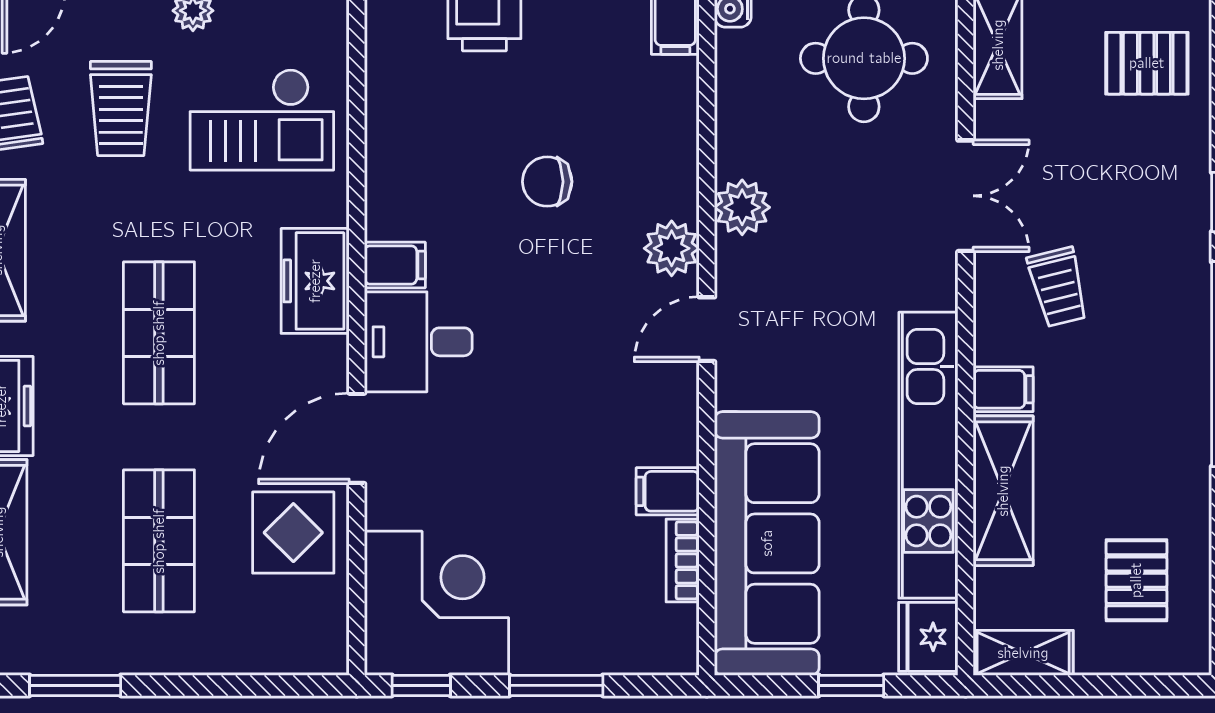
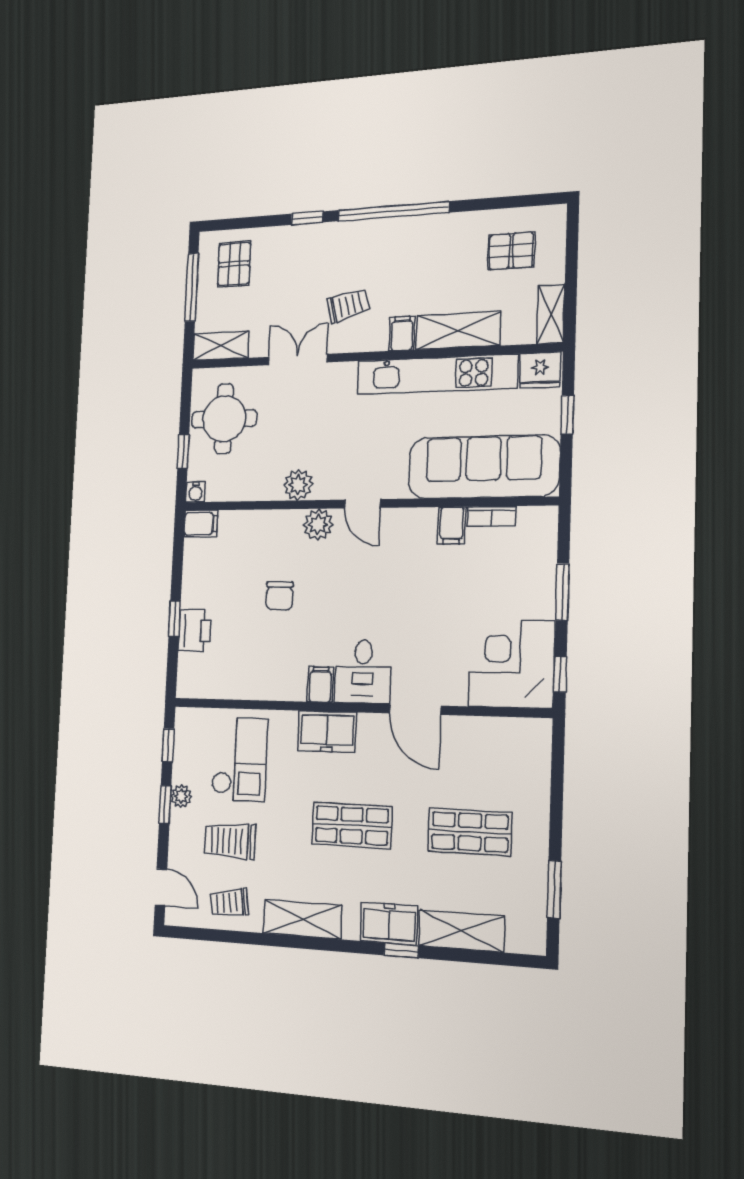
trolley: (121, 108) -> (230, 841), turned 180
display table: (293, 533) -> (468, 750), removed

